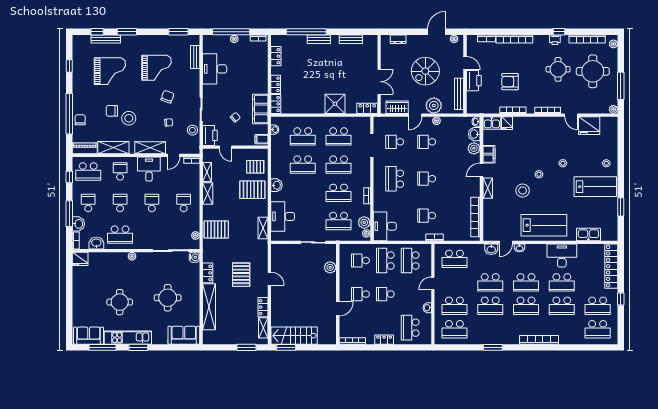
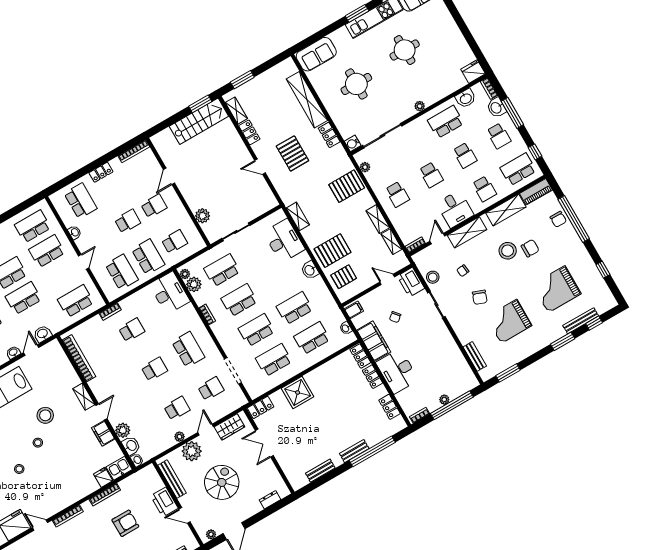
desk: (215, 69) -> (397, 371), moved, turned 180

